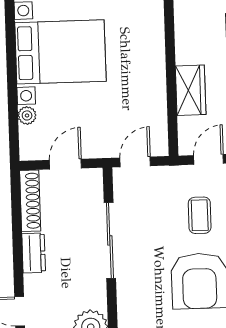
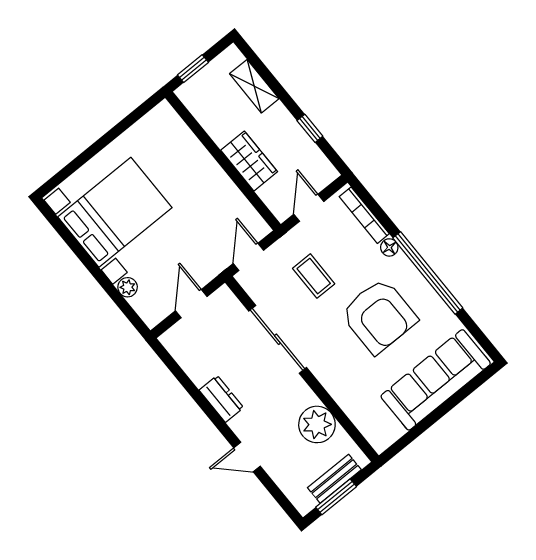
shoe rack: (30, 201) -> (185, 357), removed
coffee table: (200, 215) -> (314, 276), moved

